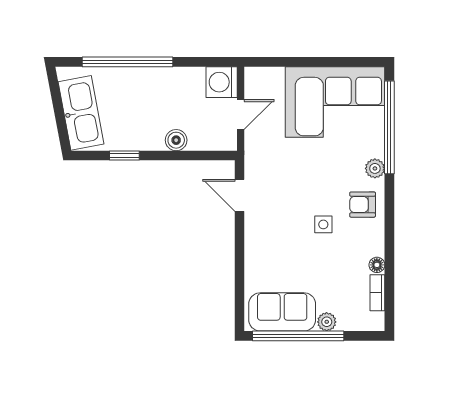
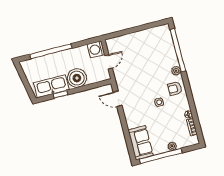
corner sofa: (335, 102) -> (150, 45), removed
kitchen sink: (81, 113) -> (51, 86), moved, turned -79
boiler: (176, 140) -> (77, 78), width x1.86, depth x1.86
sofa: (282, 312) -> (141, 143), moved, turned 90

